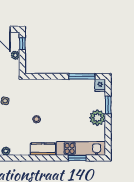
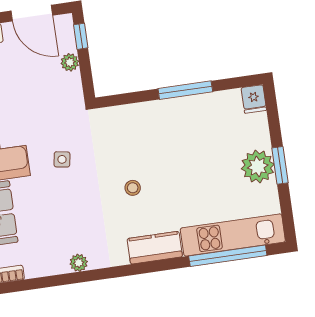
window: (82, 76) -> (185, 90), moved
window: (108, 105) -> (280, 165), moved
window: (77, 158) -> (228, 256), width x2.11

